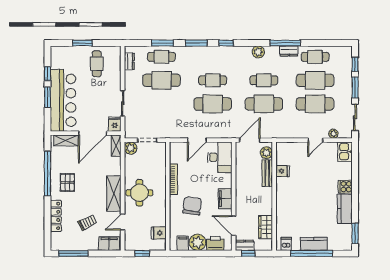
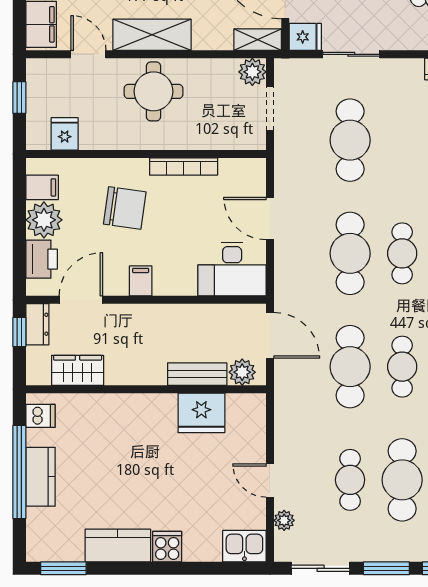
cafe table: (161, 80) -> (350, 140), moved
cafe table: (315, 104) -> (350, 480), width x0.73, depth x0.74
fridge: (283, 171) -> (201, 413), width x1.88, depth x1.34
filing cabinet: (225, 199) -> (141, 281), width x0.50

